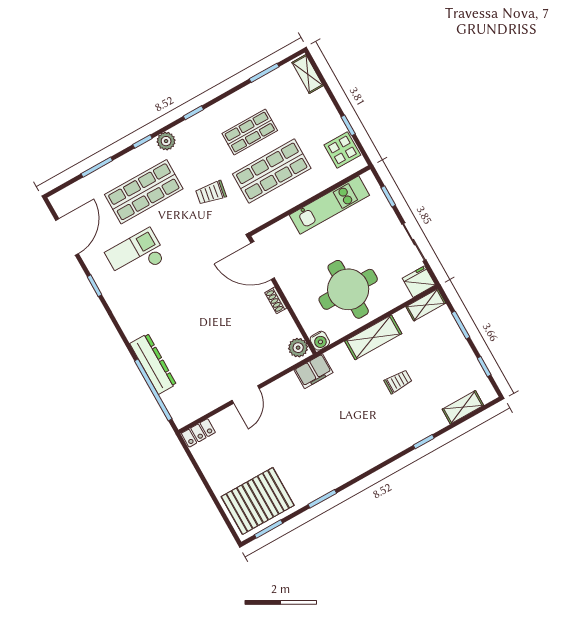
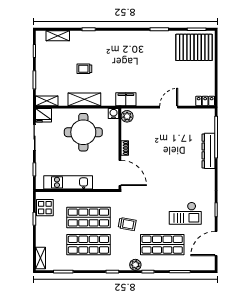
shop shelf: (250, 132) -> (88, 245), width x1.43, depth x1.36

